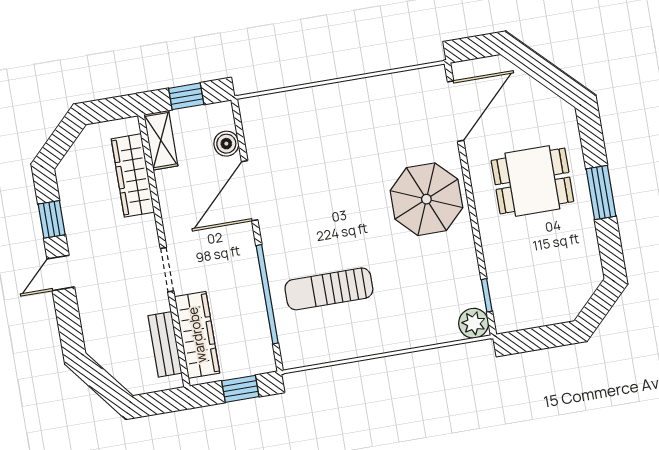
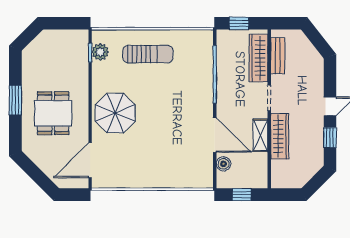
shelving: (161, 140) -> (260, 135), moved
wardrobe: (133, 175) -> (280, 136), moved
dining table: (532, 181) -> (53, 113), turned 90
door: (250, 191) -> (215, 135), hinge flipped
sun lounger: (329, 289) -> (148, 54), moved
plant: (474, 323) -> (100, 52), moved

